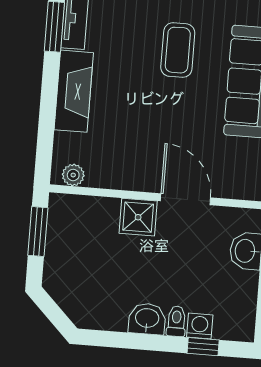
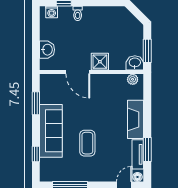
washbasin: (147, 319) -> (135, 63), moved, turned 180
washing machine: (200, 326) -> (52, 12), moved

